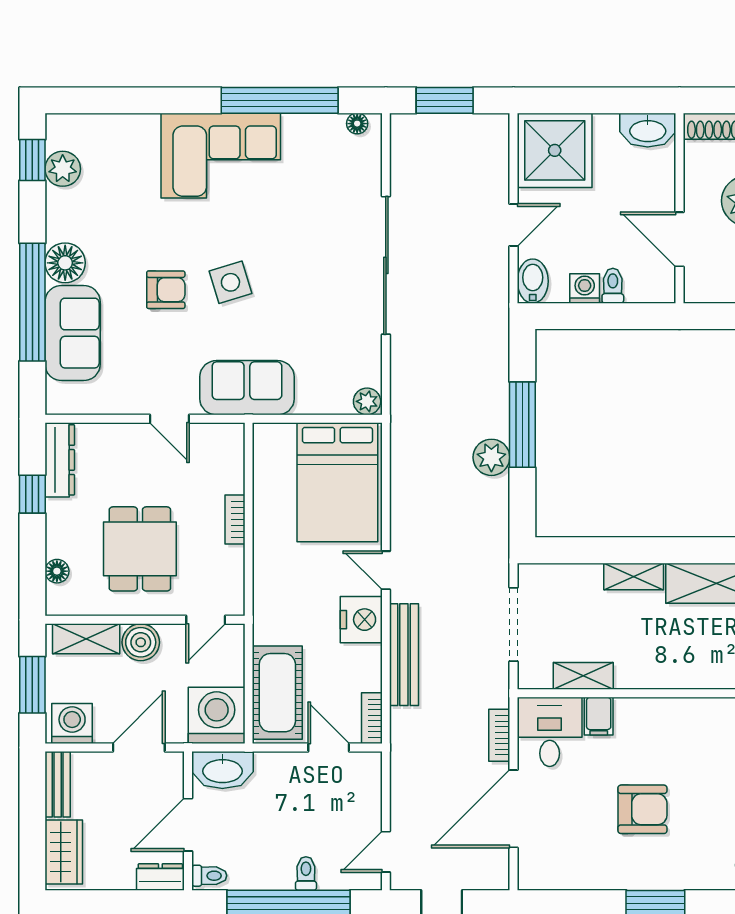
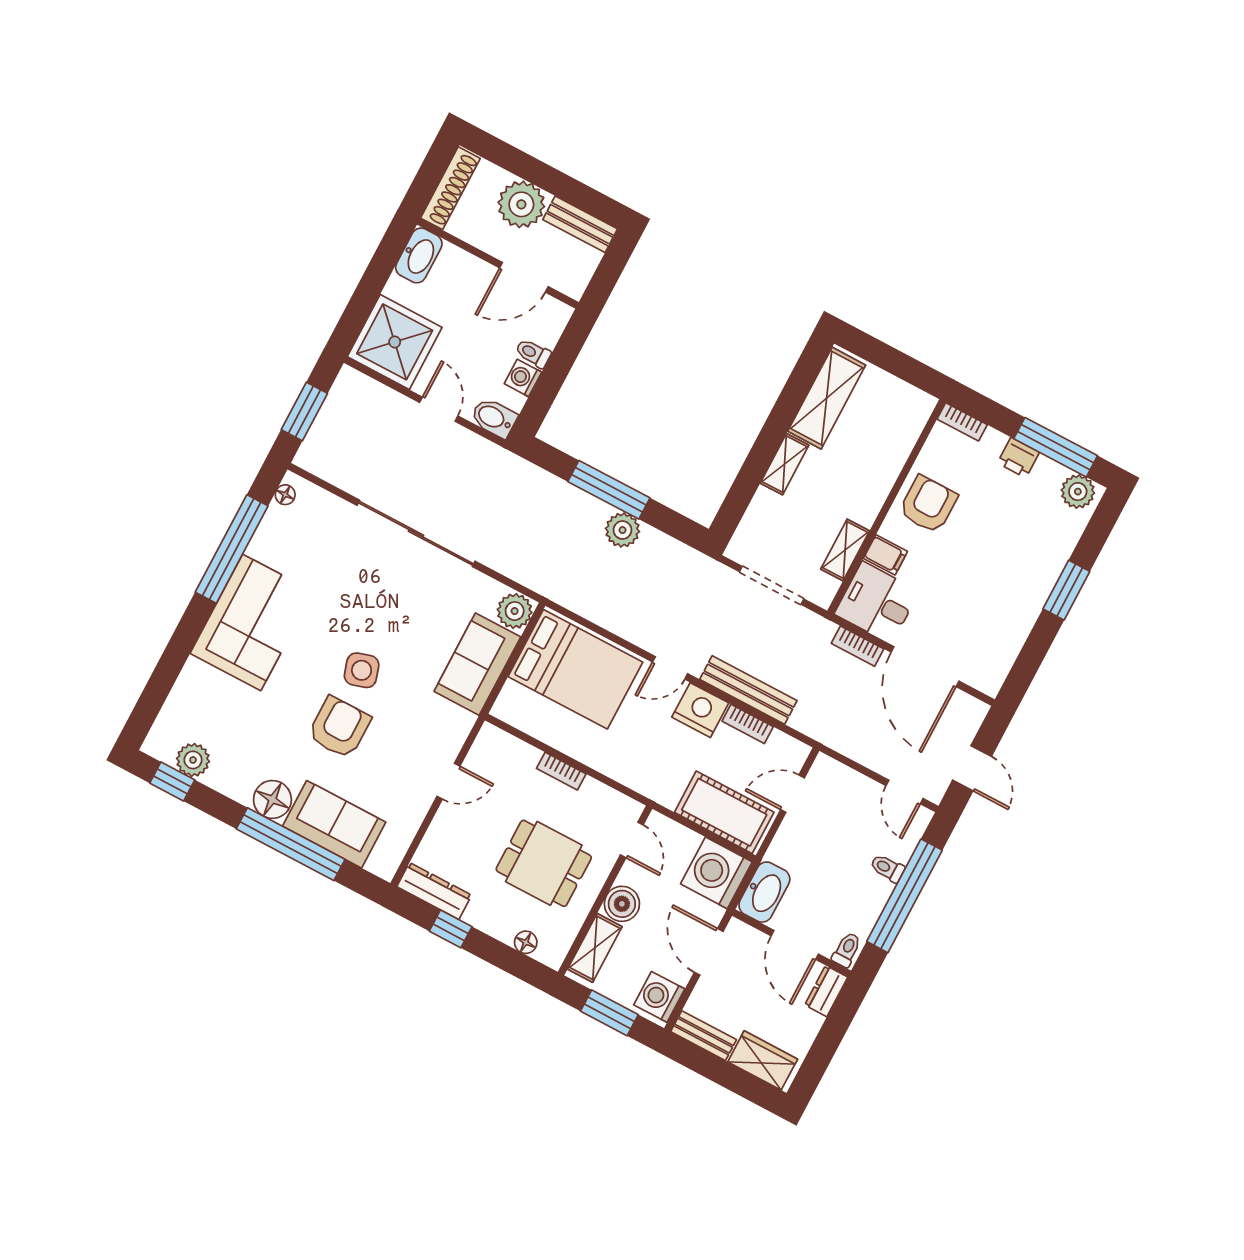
armchair: (166, 290) -> (339, 727), width x1.38, depth x1.38
sofa: (247, 388) -> (477, 664), moved
plant: (367, 401) -> (515, 611), width x1.38, depth x1.38
bookcase: (372, 718) -> (748, 724), moved
armchair: (642, 809) -> (928, 504), moved

